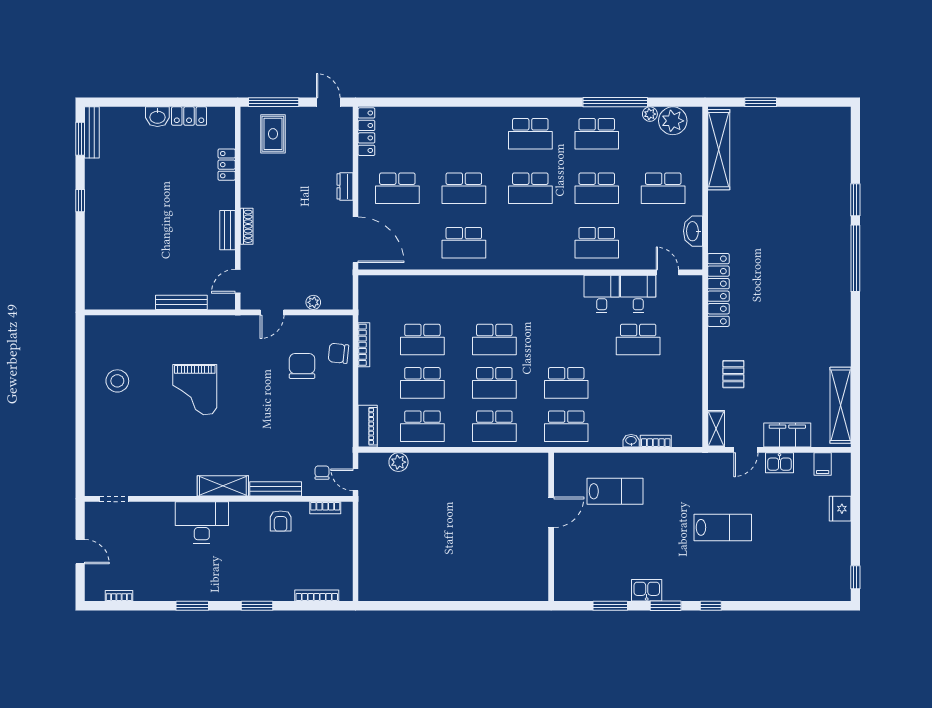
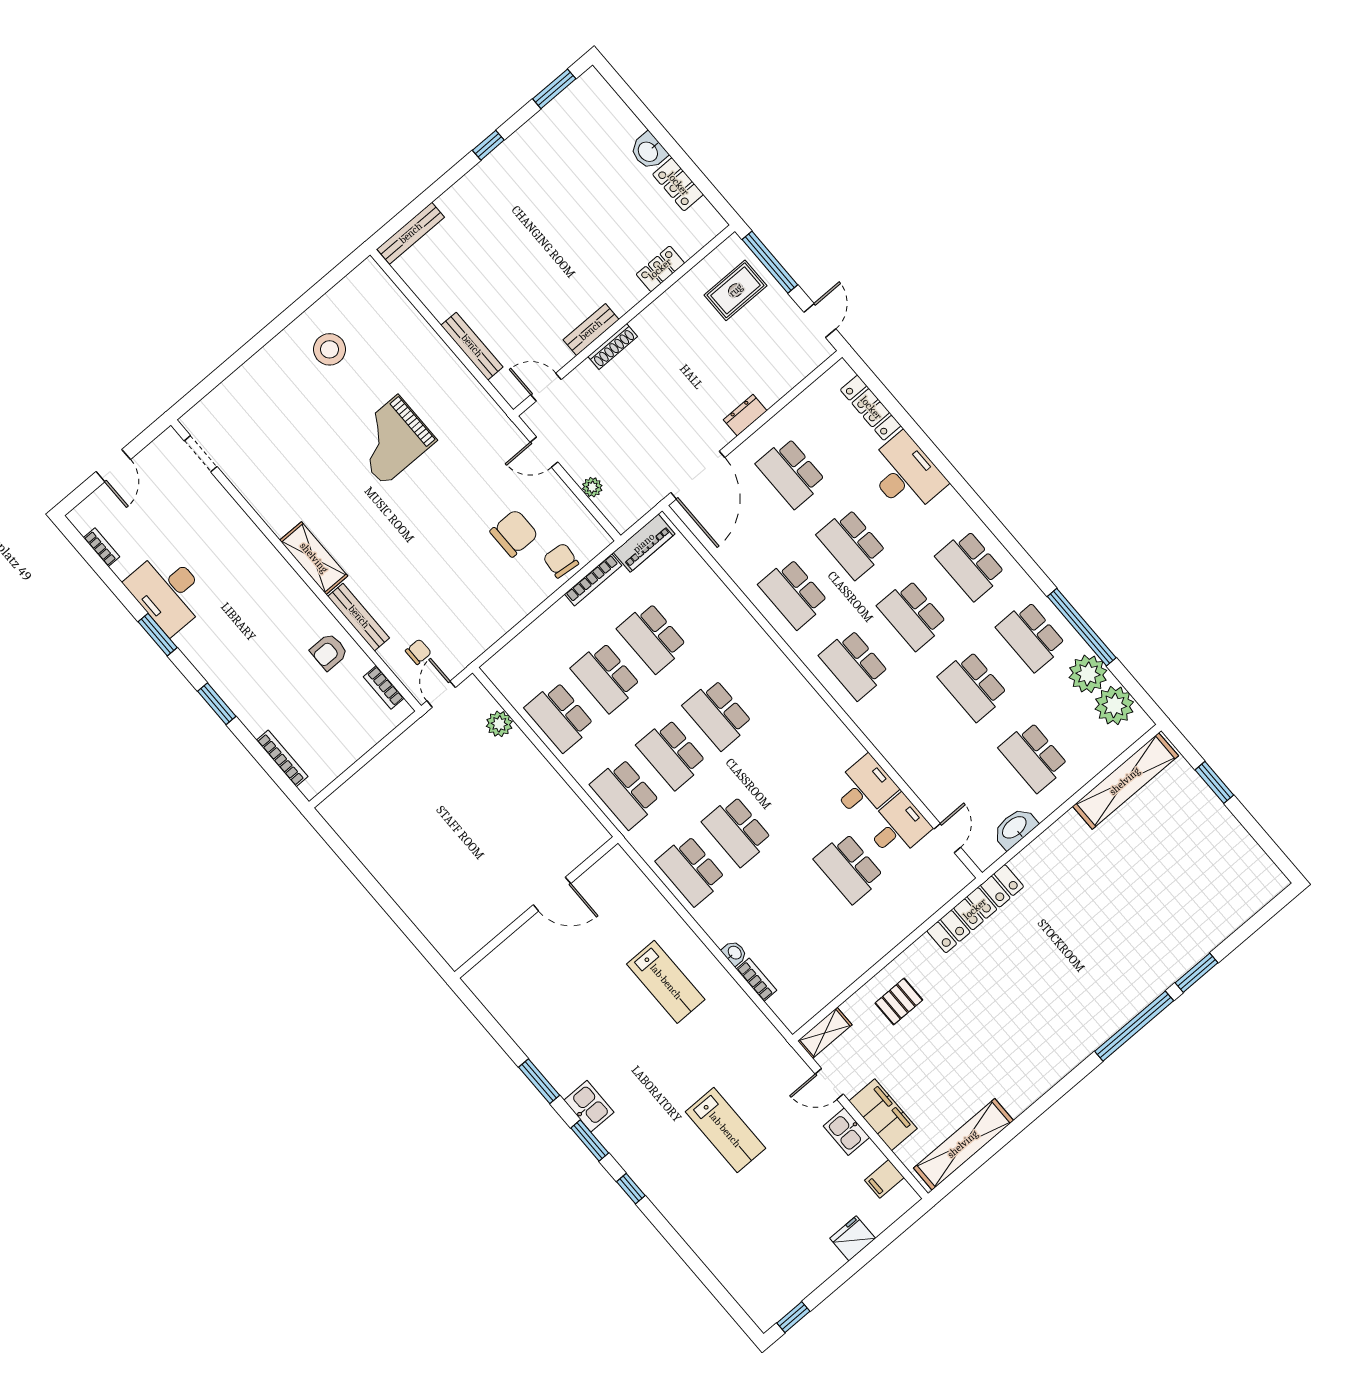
plant: (650, 114) -> (1088, 674), width x1.87, depth x1.87
desk: (451, 127) -> (905, 474), added
bench: (92, 132) -> (411, 233), moved
locker: (366, 132) -> (871, 408), moved, turned 90
school desk: (597, 243) -> (854, 665), moved
piano: (368, 426) -> (644, 543), moved
door: (551, 512) -> (552, 894), moved
desk: (202, 522) -> (168, 592), moved, turned 180
wall: (551, 527) -> (536, 907), moved

